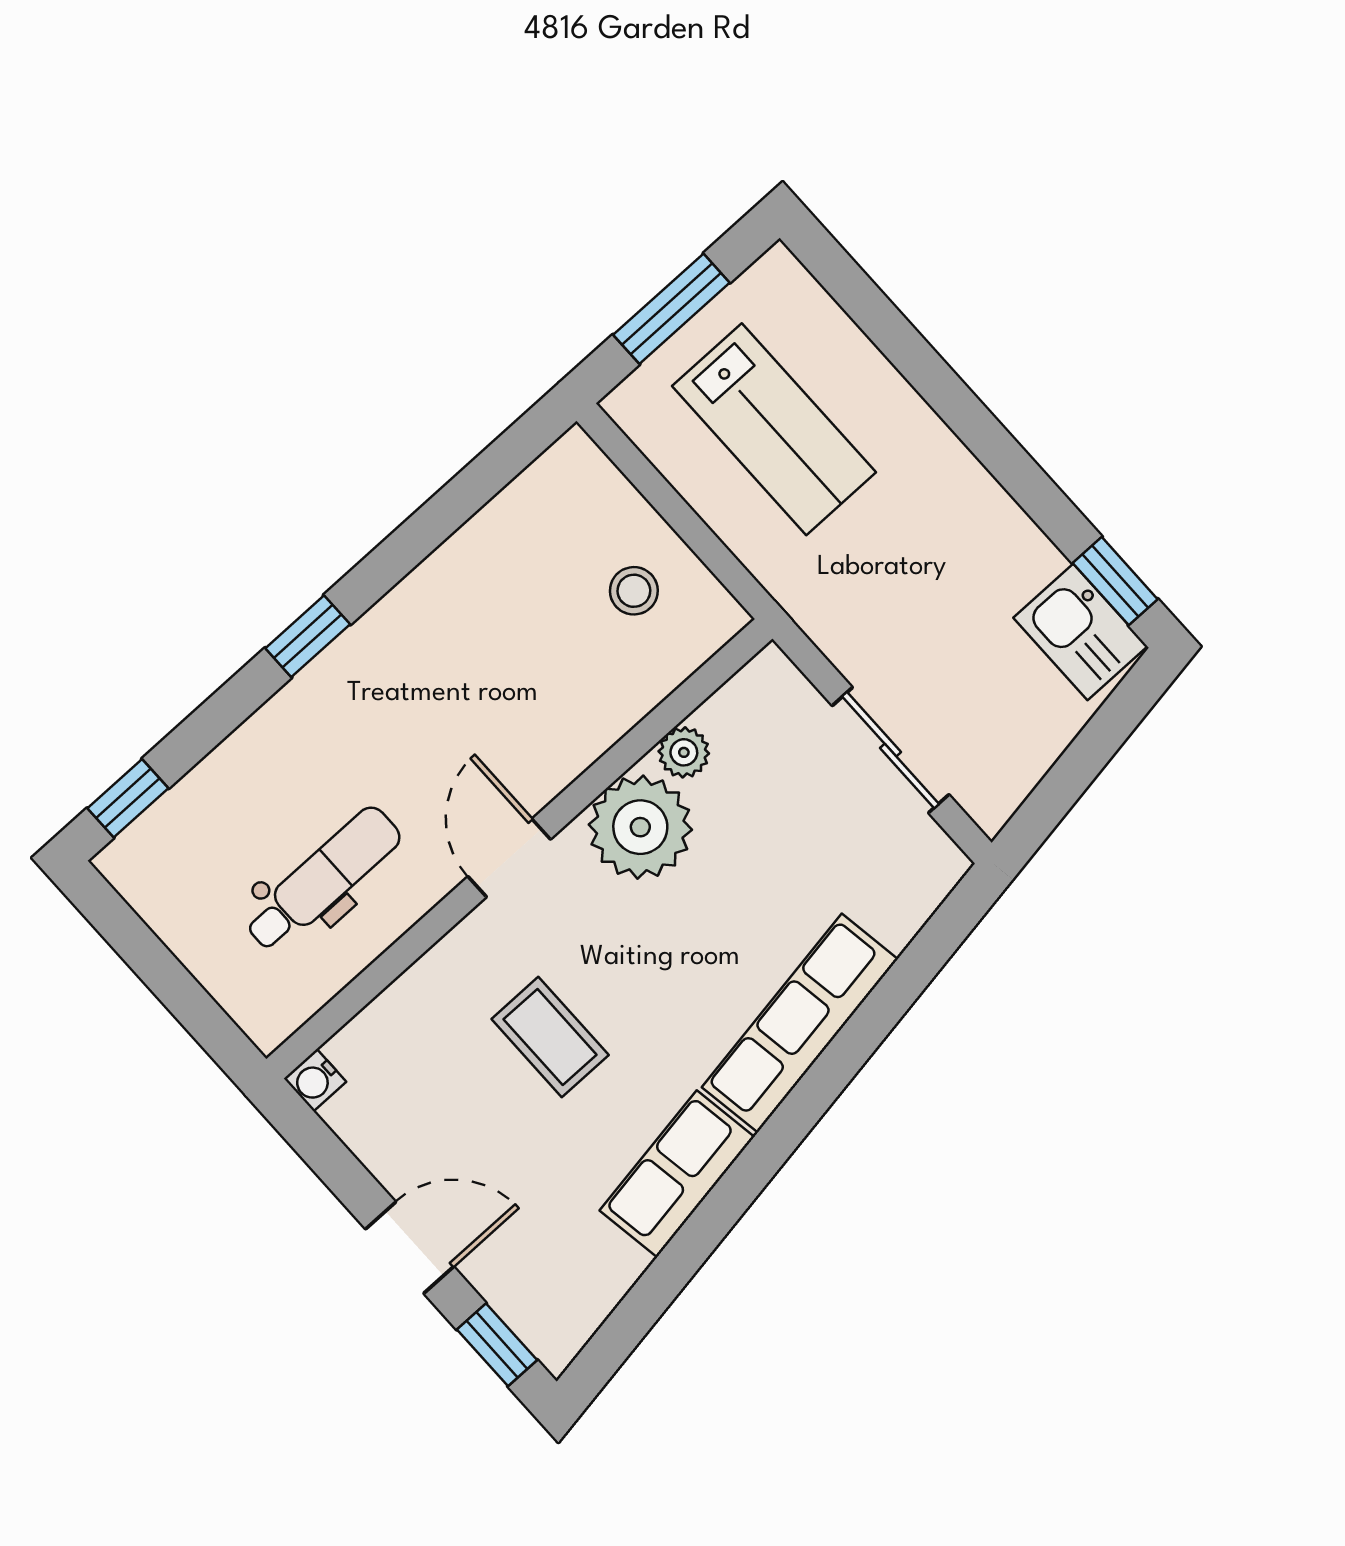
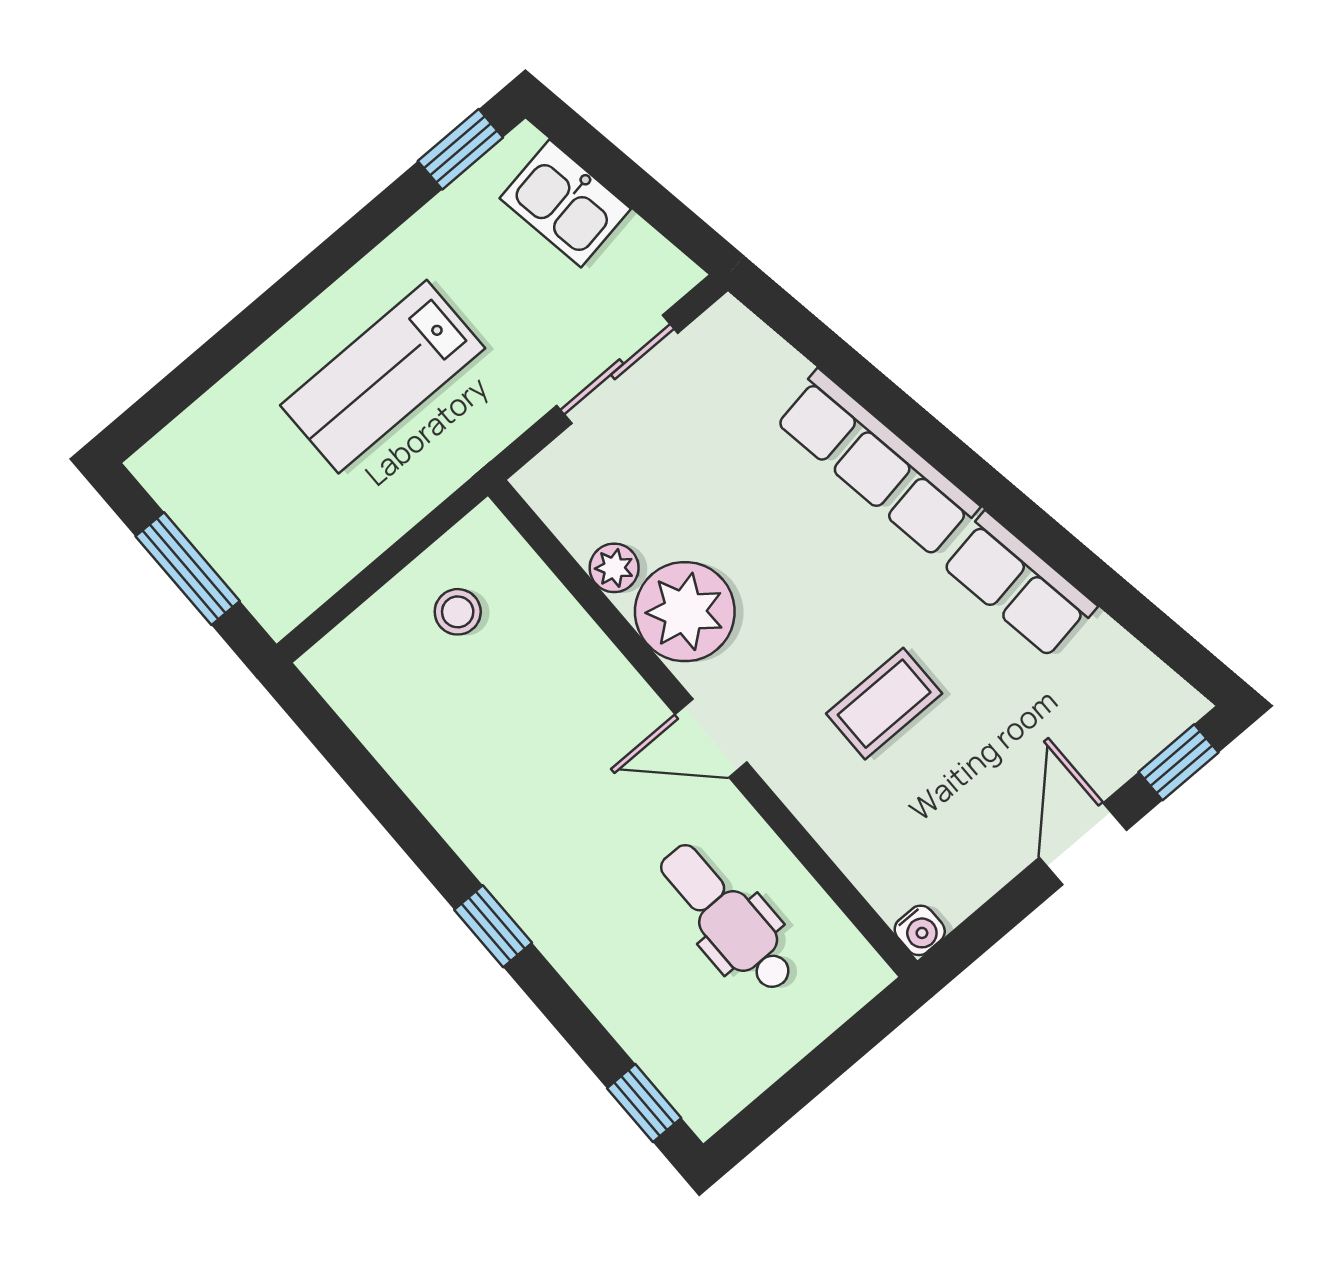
lab bench: (774, 429) -> (383, 377), moved, turned 180
kitchen sink: (1080, 632) -> (565, 203), moved, turned 81

